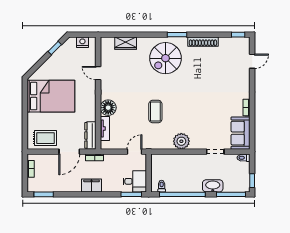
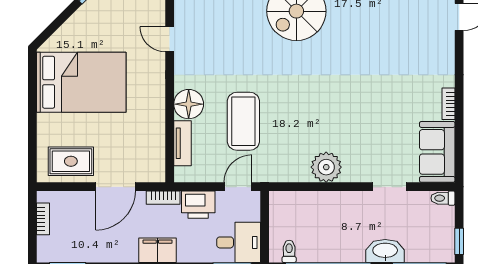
coffee table: (155, 112) -> (243, 121), moved, width x1.36, depth x1.32
dresser: (90, 135) -> (155, 156), removed
printer: (113, 161) -> (198, 205), added

